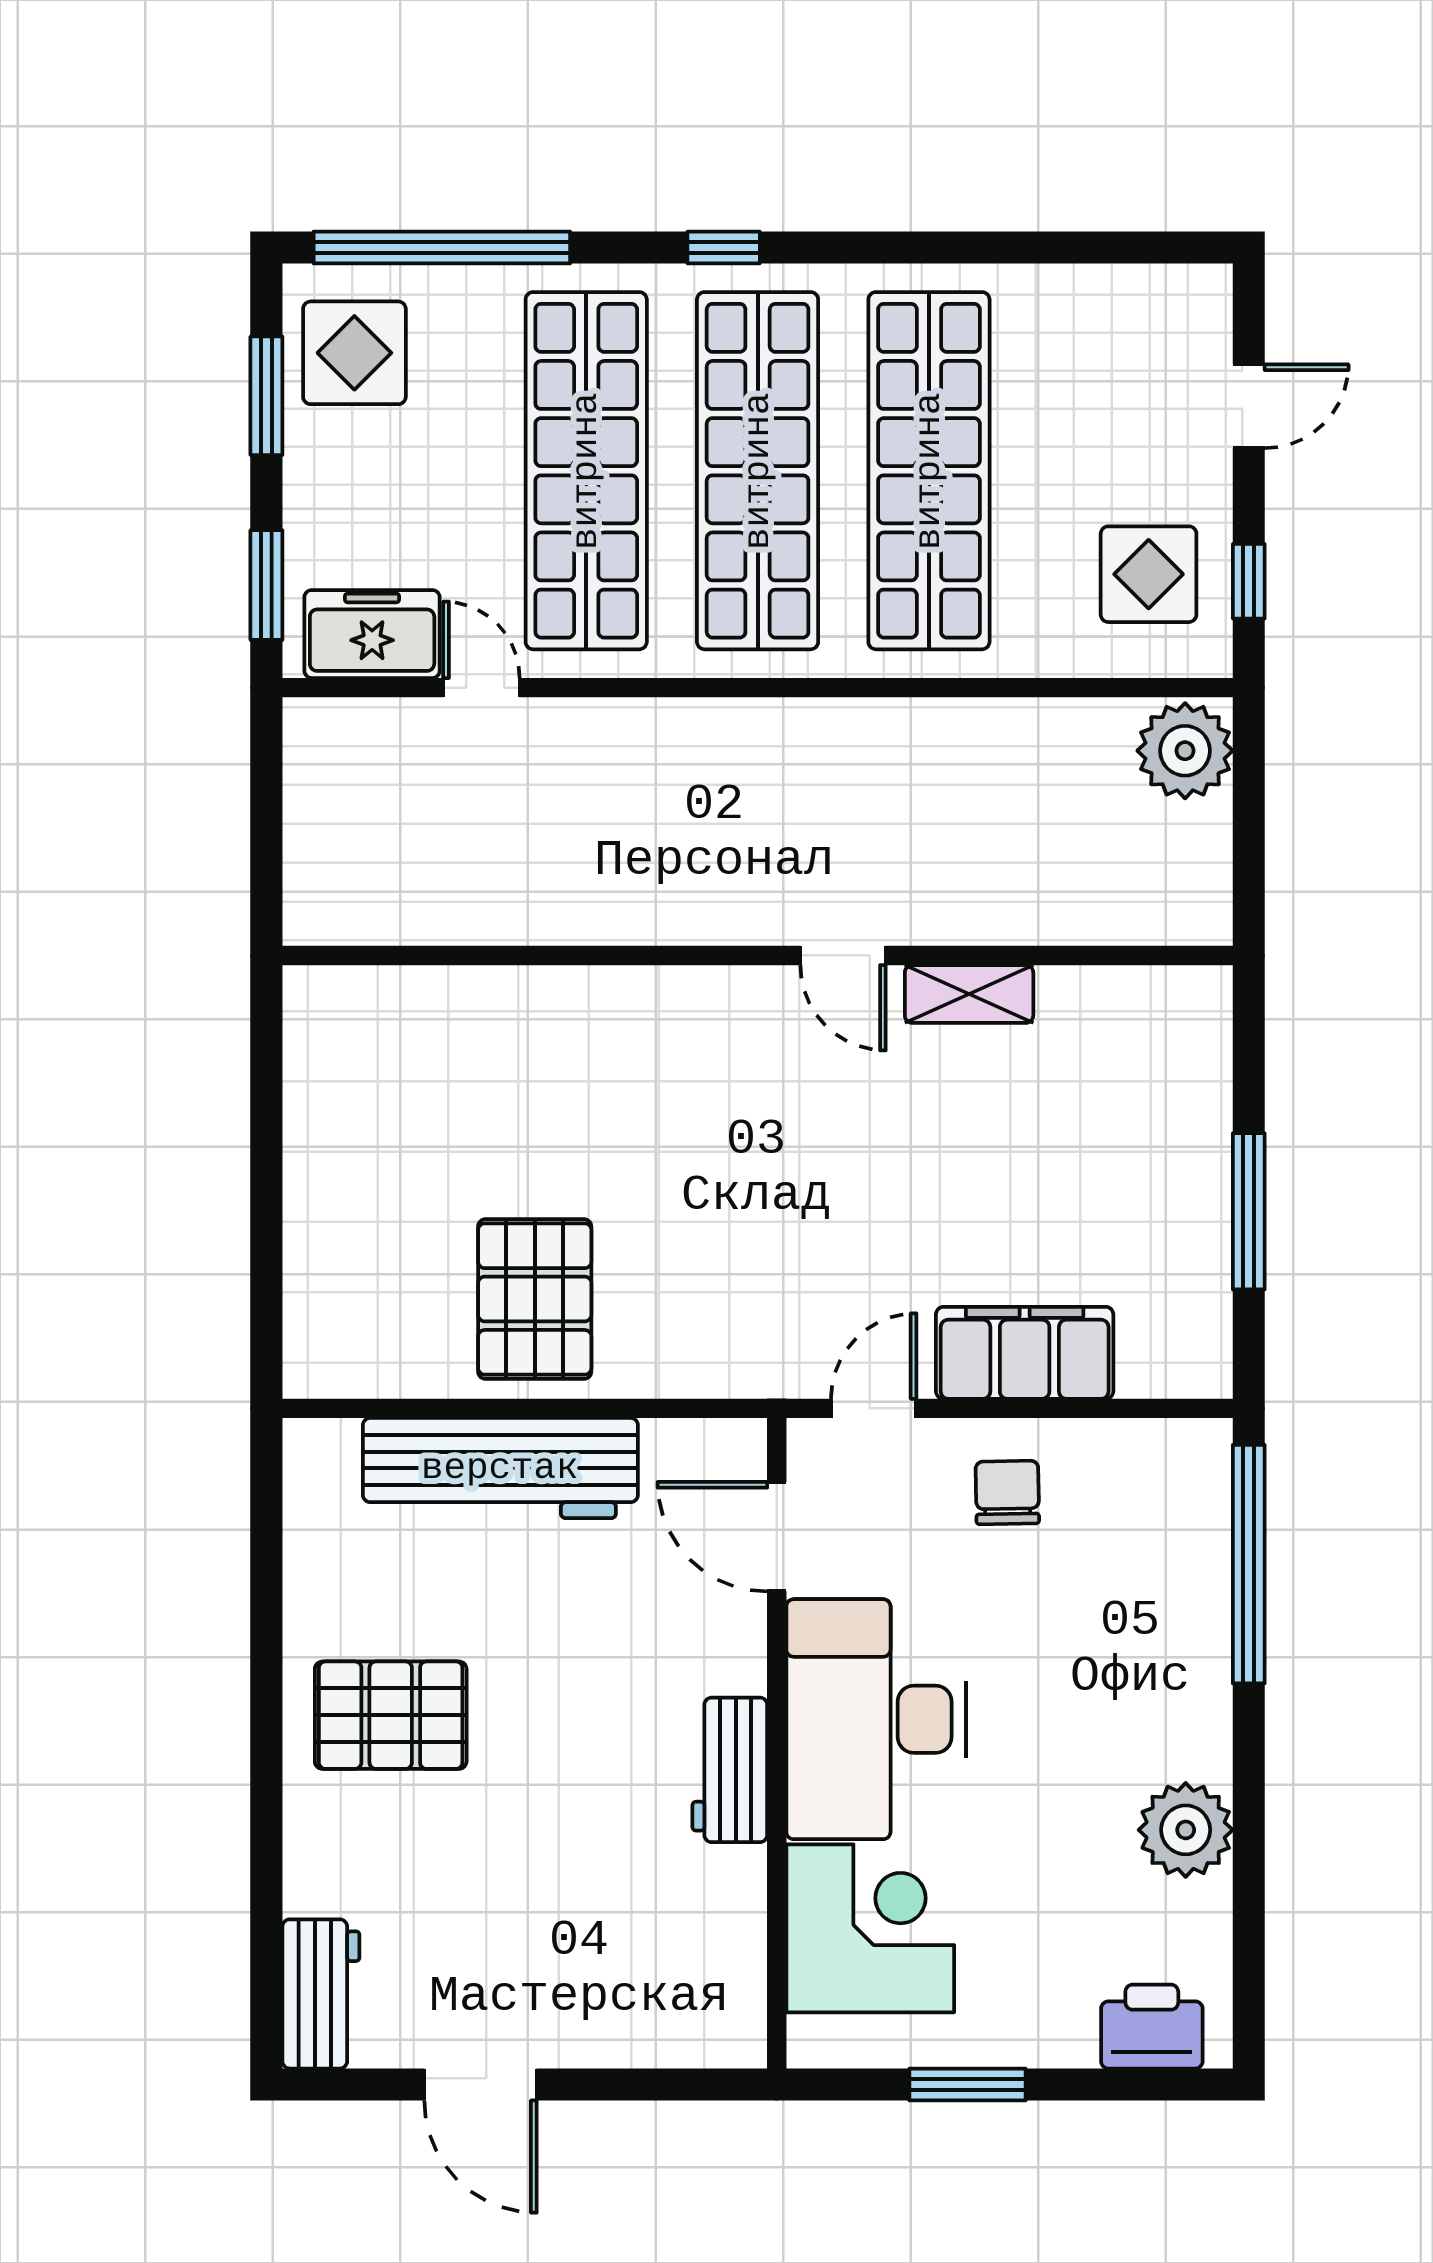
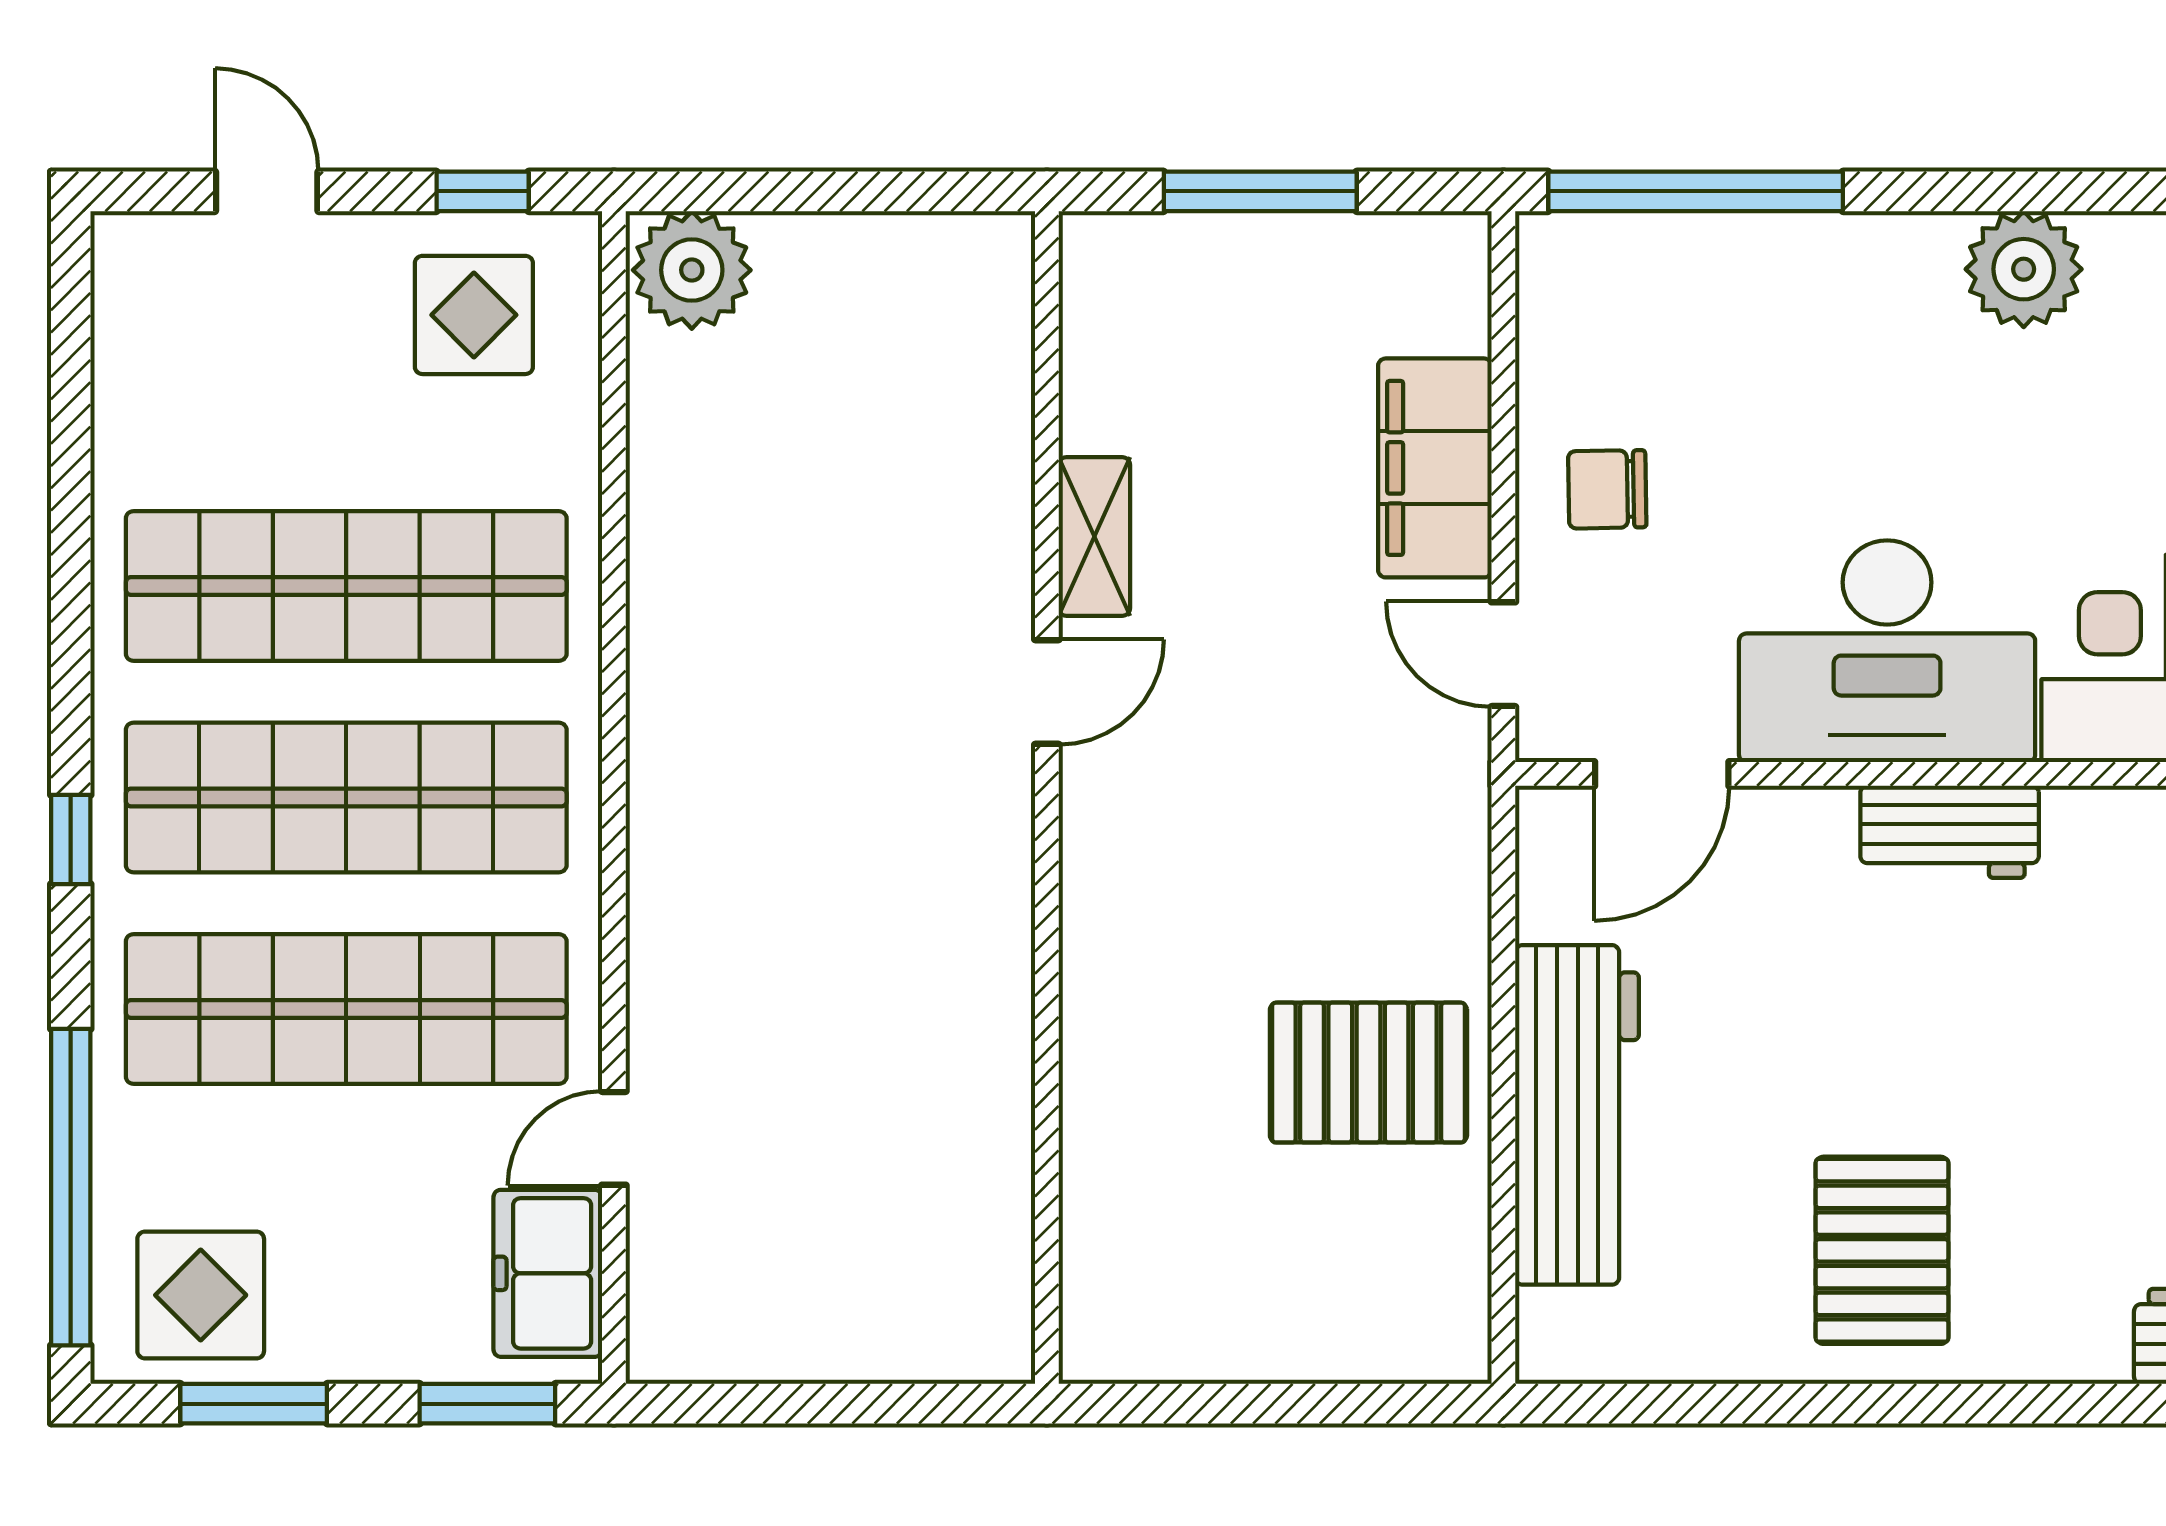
wall: (758, 955) -> (1047, 798), moved
door: (843, 955) -> (1047, 692), moved
shelving: (969, 994) -> (1094, 537), moved

